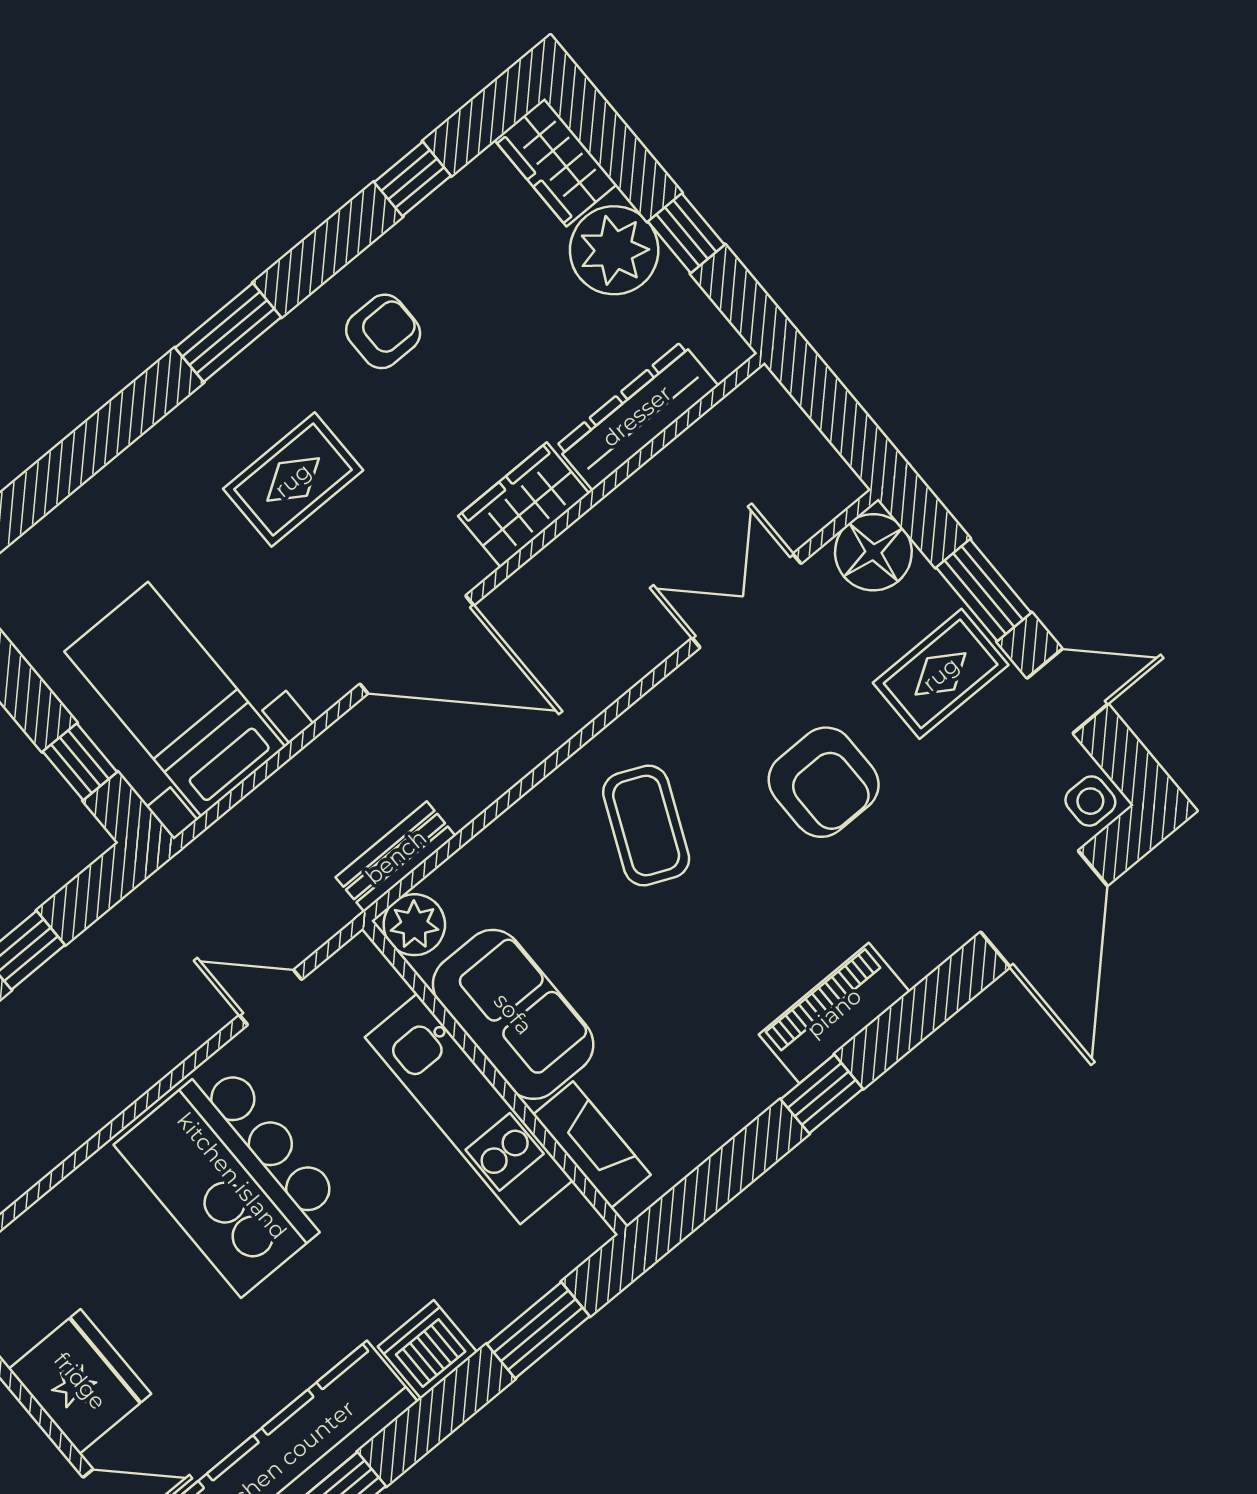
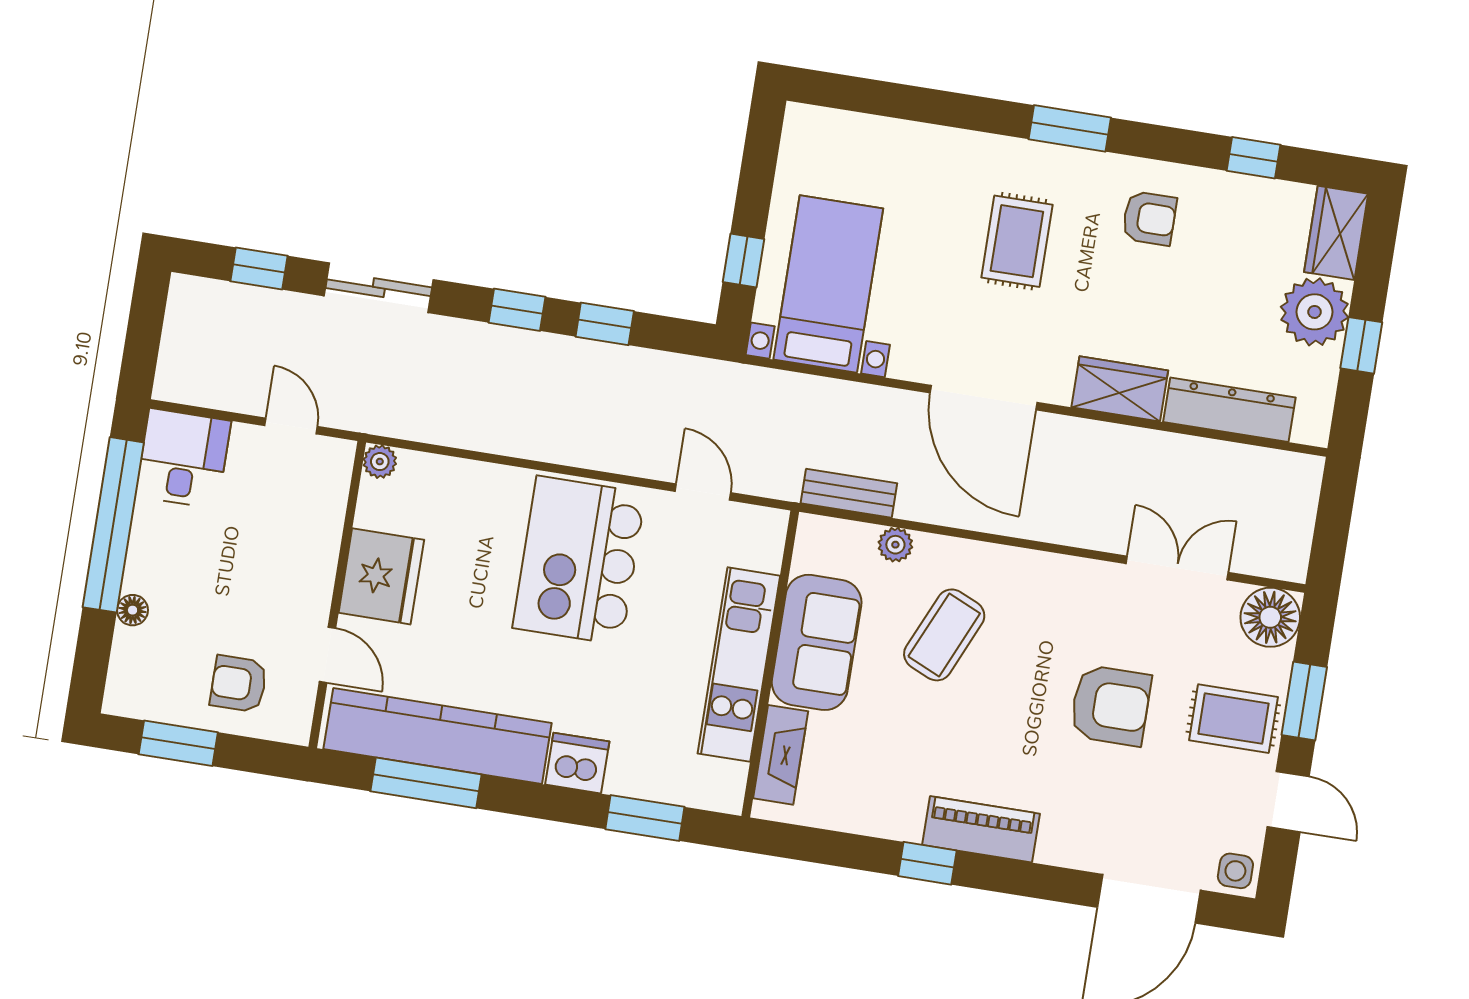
rug: (293, 480) -> (1017, 241), turned 90
armchair: (824, 782) -> (1111, 705), turned -90
coffee table: (646, 825) -> (944, 635), moved
plant: (414, 925) -> (895, 545), moved, width x0.73, depth x0.73

